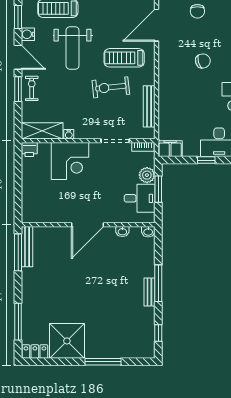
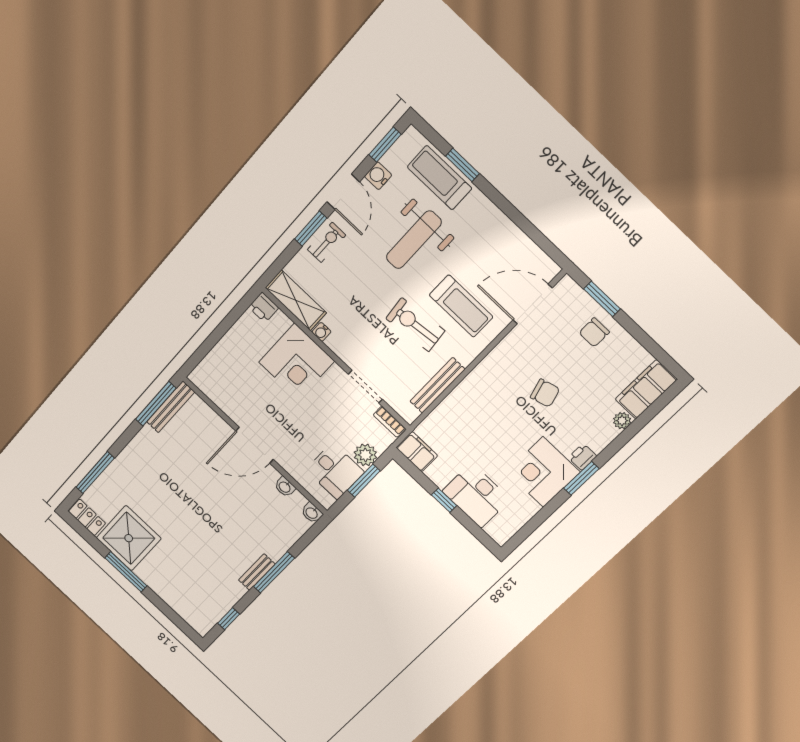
treadmill: (124, 58) -> (461, 306), turned 180
window: (103, 362) -> (126, 572), moved

